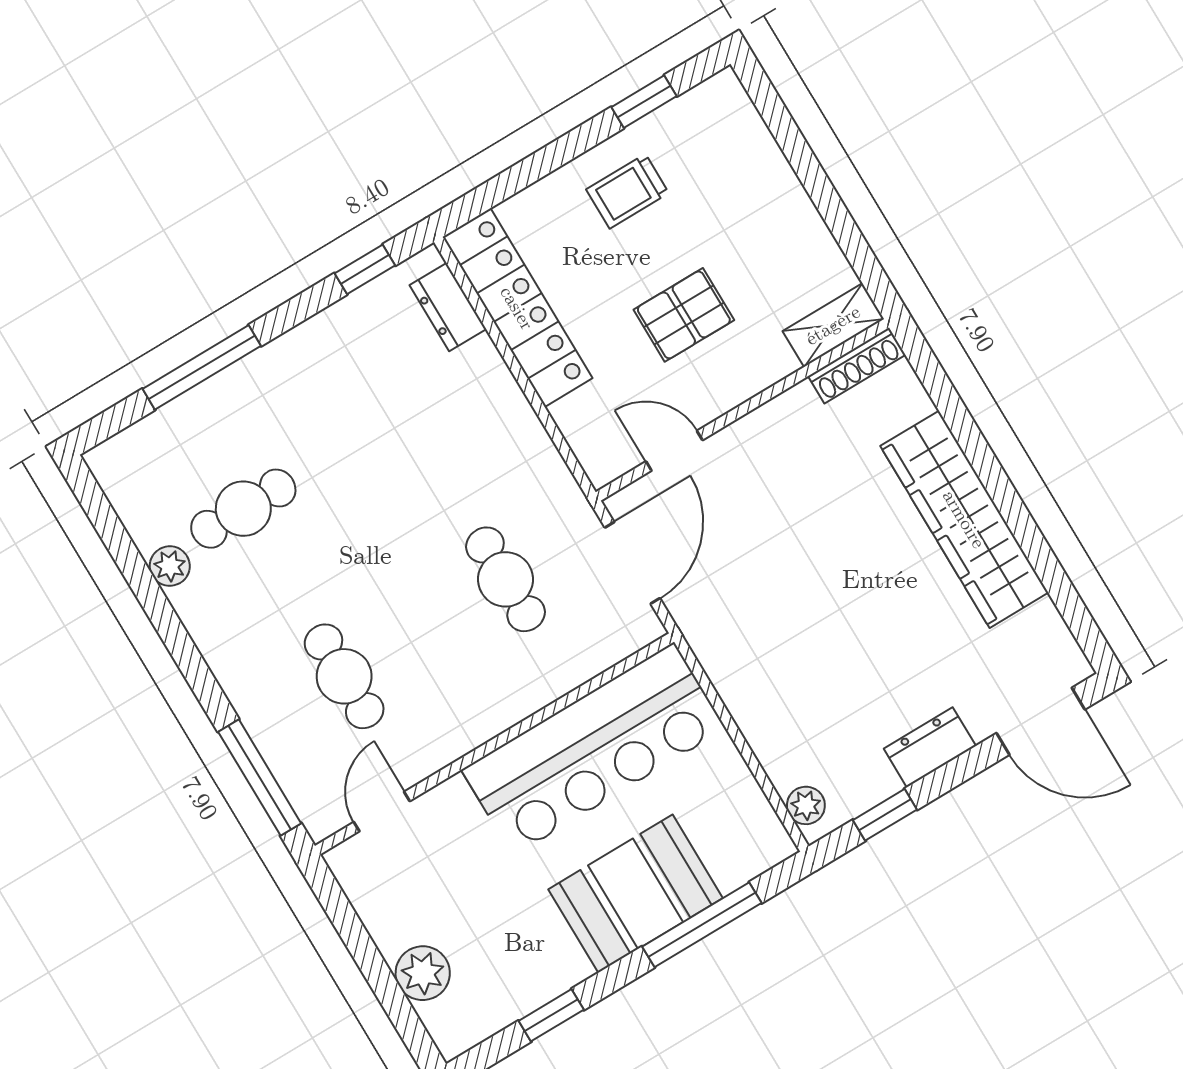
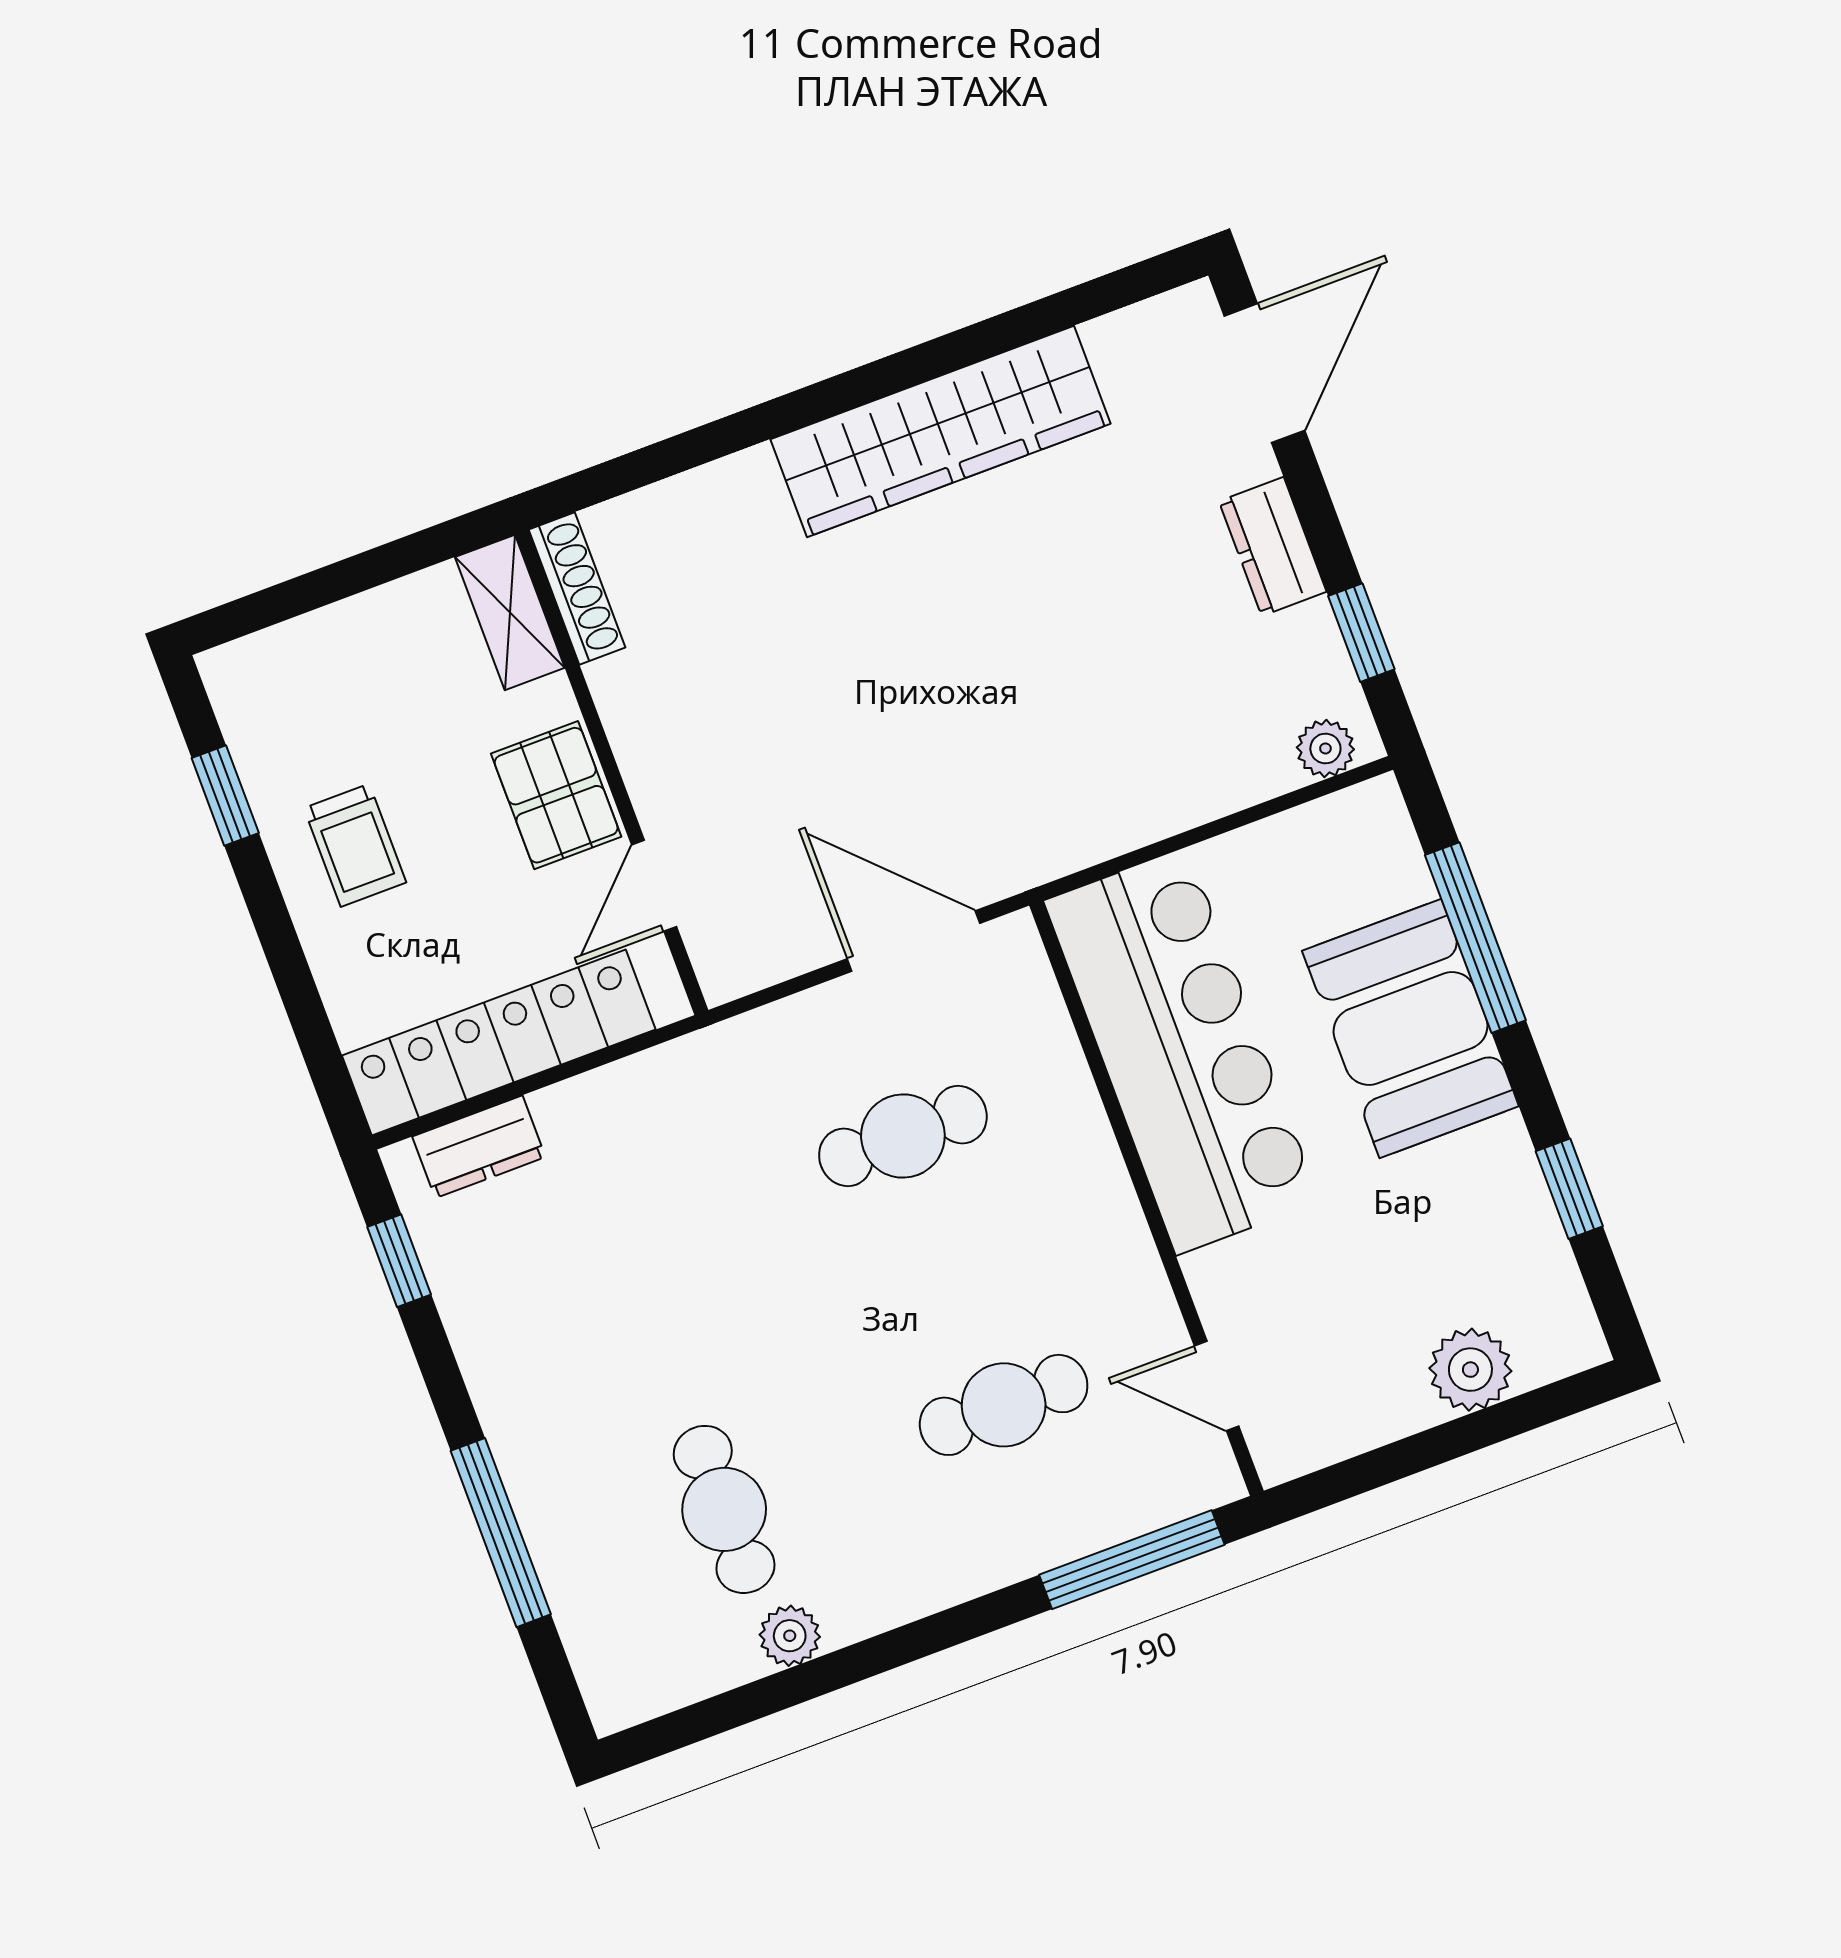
shelving: (833, 325) -> (510, 612), moved
shoe rack: (857, 366) -> (577, 589), moved
wall: (742, 410) -> (612, 772), moved
door: (674, 451) -> (654, 886), moved

